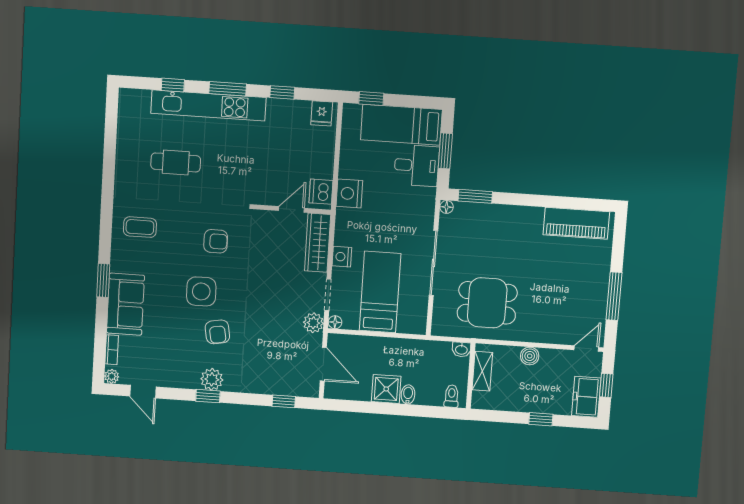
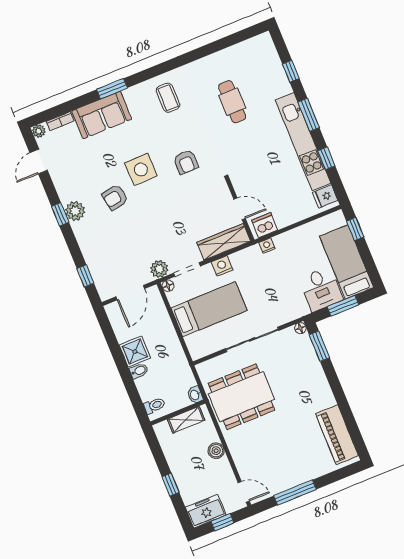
kitchen unit: (208, 105) -> (303, 142), moved
nightstand: (349, 193) -> (267, 246), width x0.53, depth x0.56
dining table: (487, 303) -> (241, 397), width x1.38

